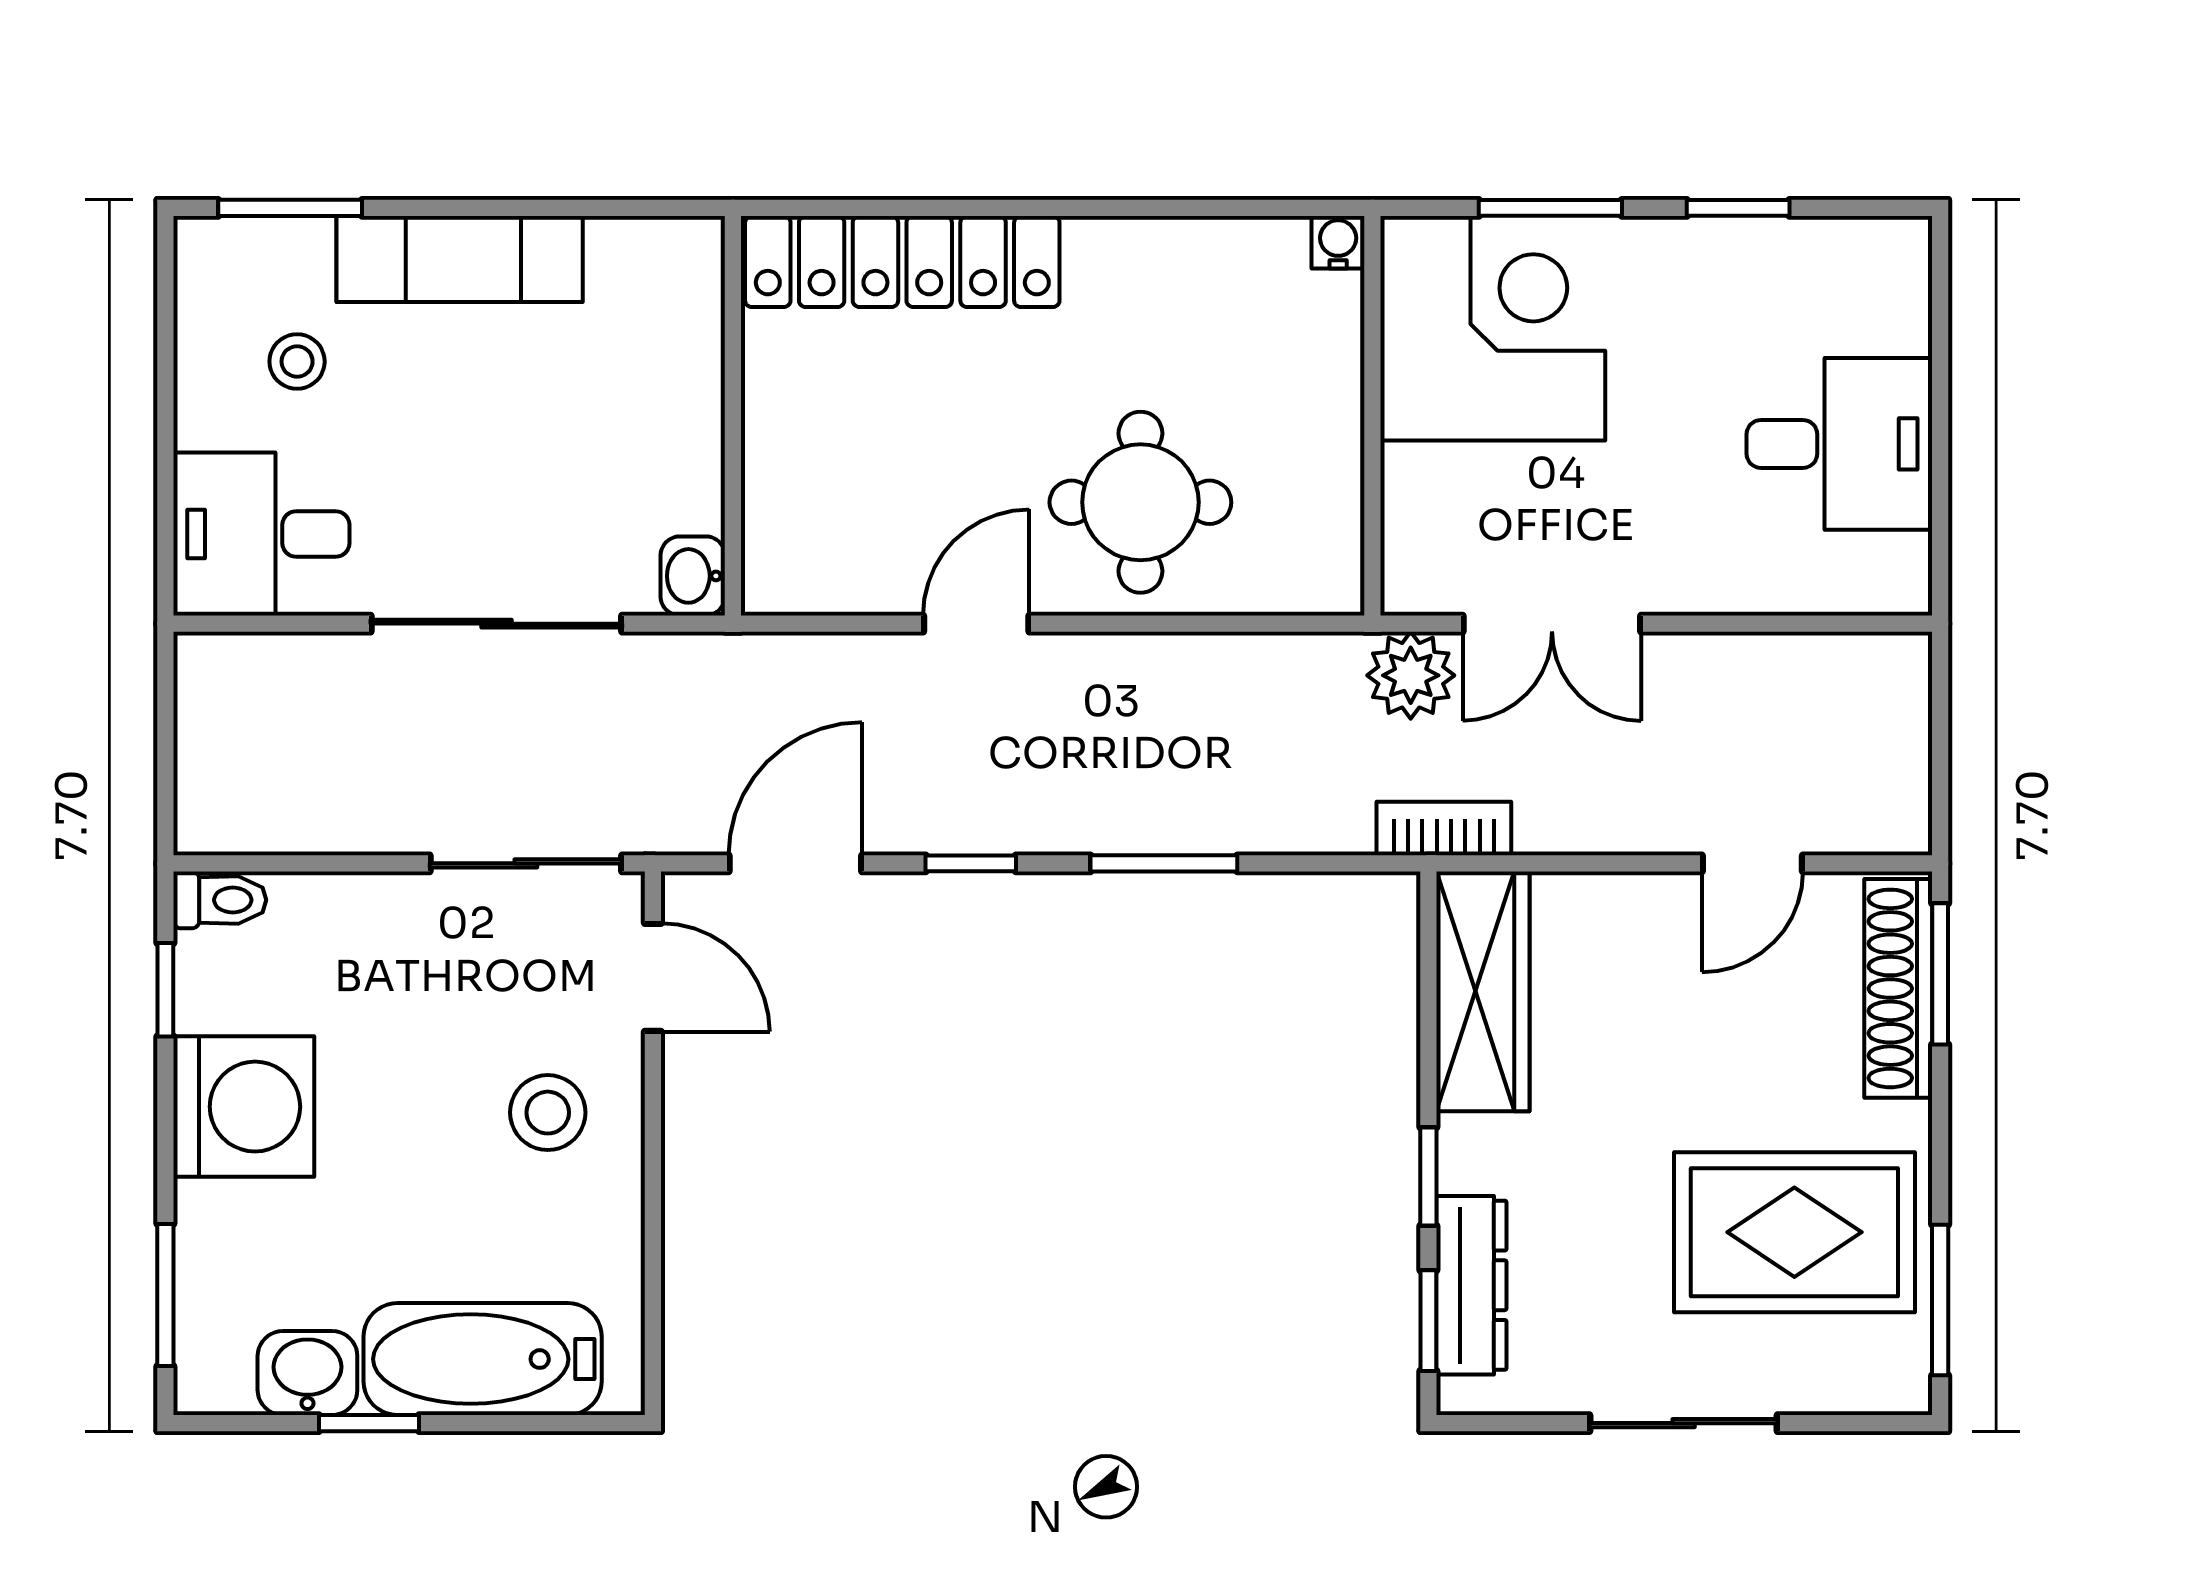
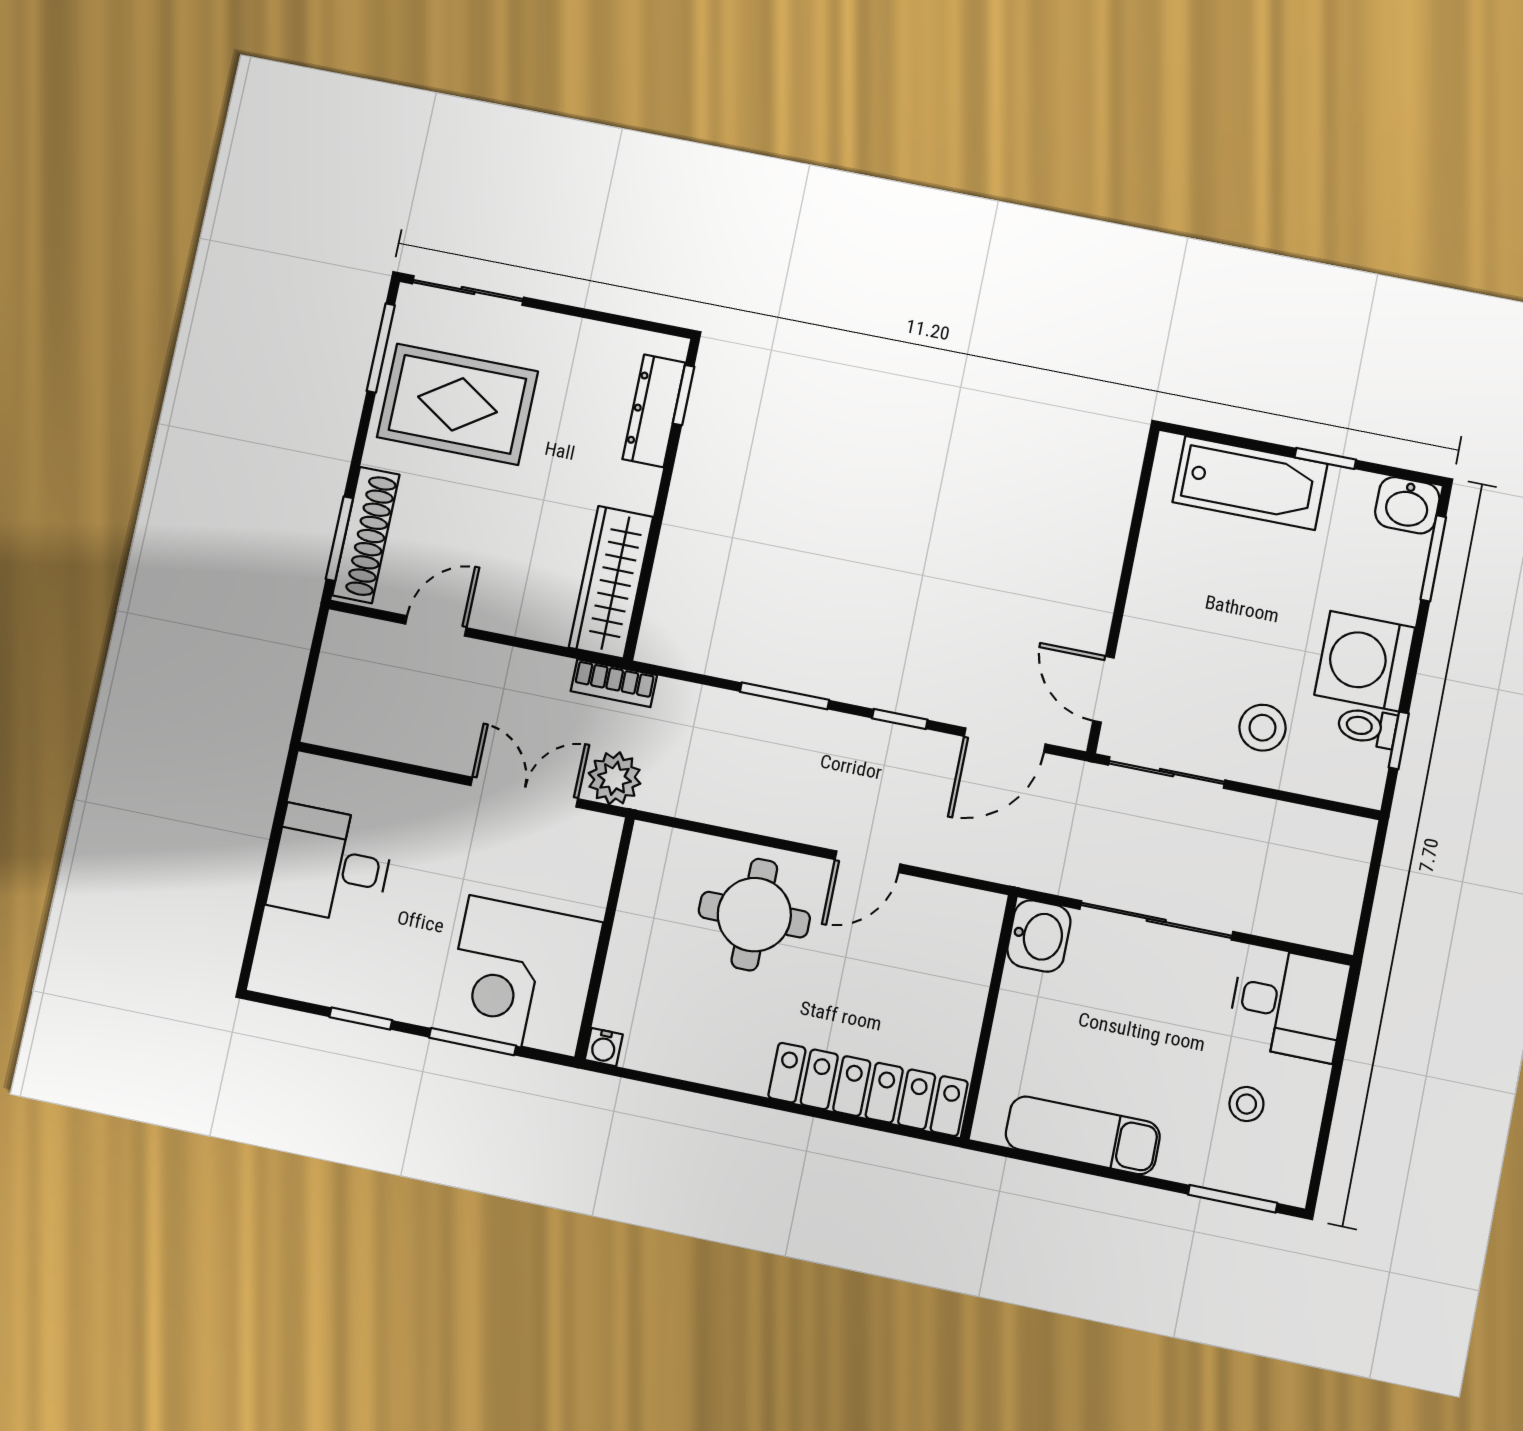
exam couch: (460, 259) -> (1083, 1135), moved
washbasin: (693, 576) -> (1039, 936), width x1.38, depth x1.45
toilet: (220, 900) -> (1367, 727), moved
stool: (548, 1113) -> (1262, 728), moved
window: (1428, 1176) -> (666, 480), removed
washbasin: (307, 1373) -> (1407, 505), moved
sliding door: (1684, 1423) -> (468, 291), moved

